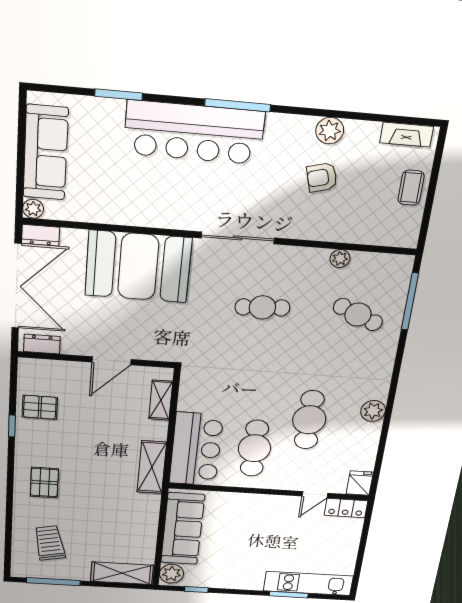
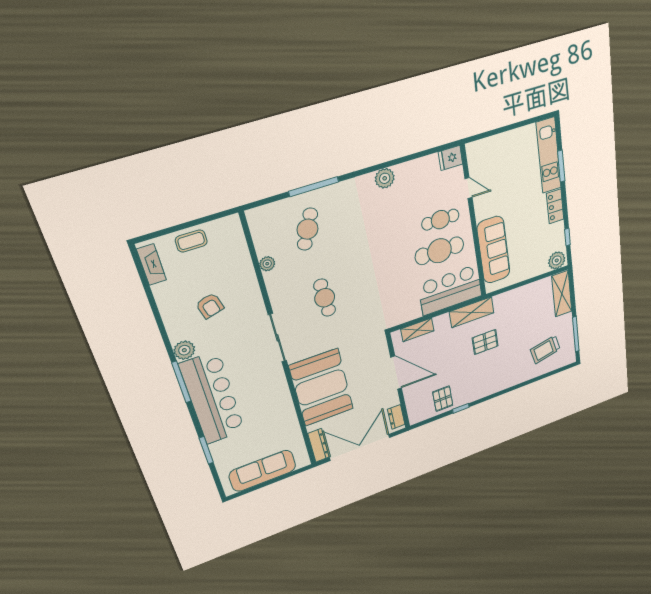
plant: (330, 131) -> (184, 350), moved
plant: (33, 209) -> (303, 461), removed
dresser: (41, 235) -> (319, 445), width x1.44
window: (410, 301) -> (314, 187), moved
door: (111, 361) -> (396, 373), width x1.36
cafe table: (309, 420) -> (440, 220), moved, width x0.73, depth x0.74
pallet: (44, 482) -> (485, 342), moved
locker: (346, 508) -> (555, 206), moved, turned 180
sofa: (183, 529) -> (494, 250), moved, turned 90

